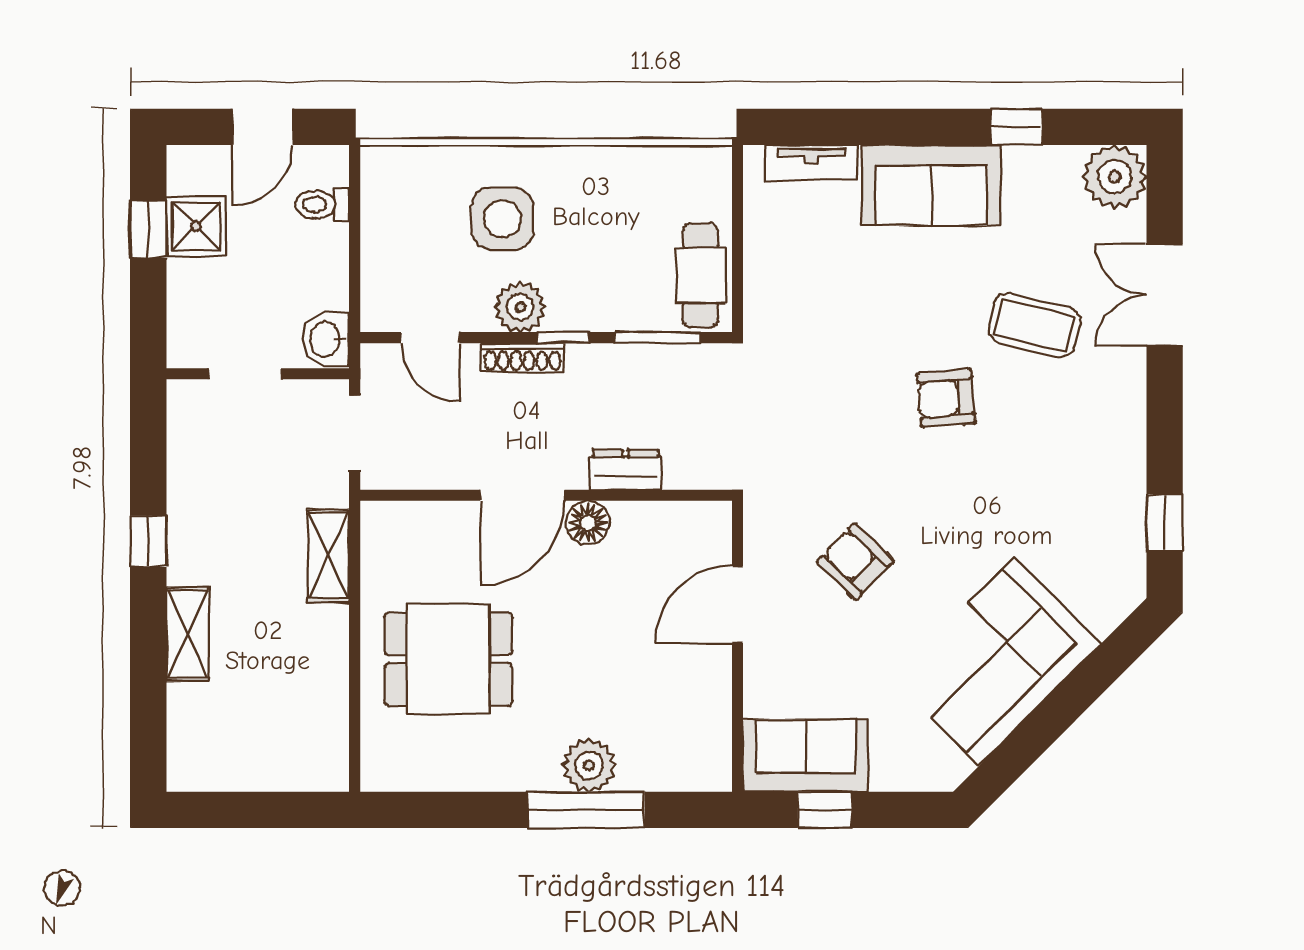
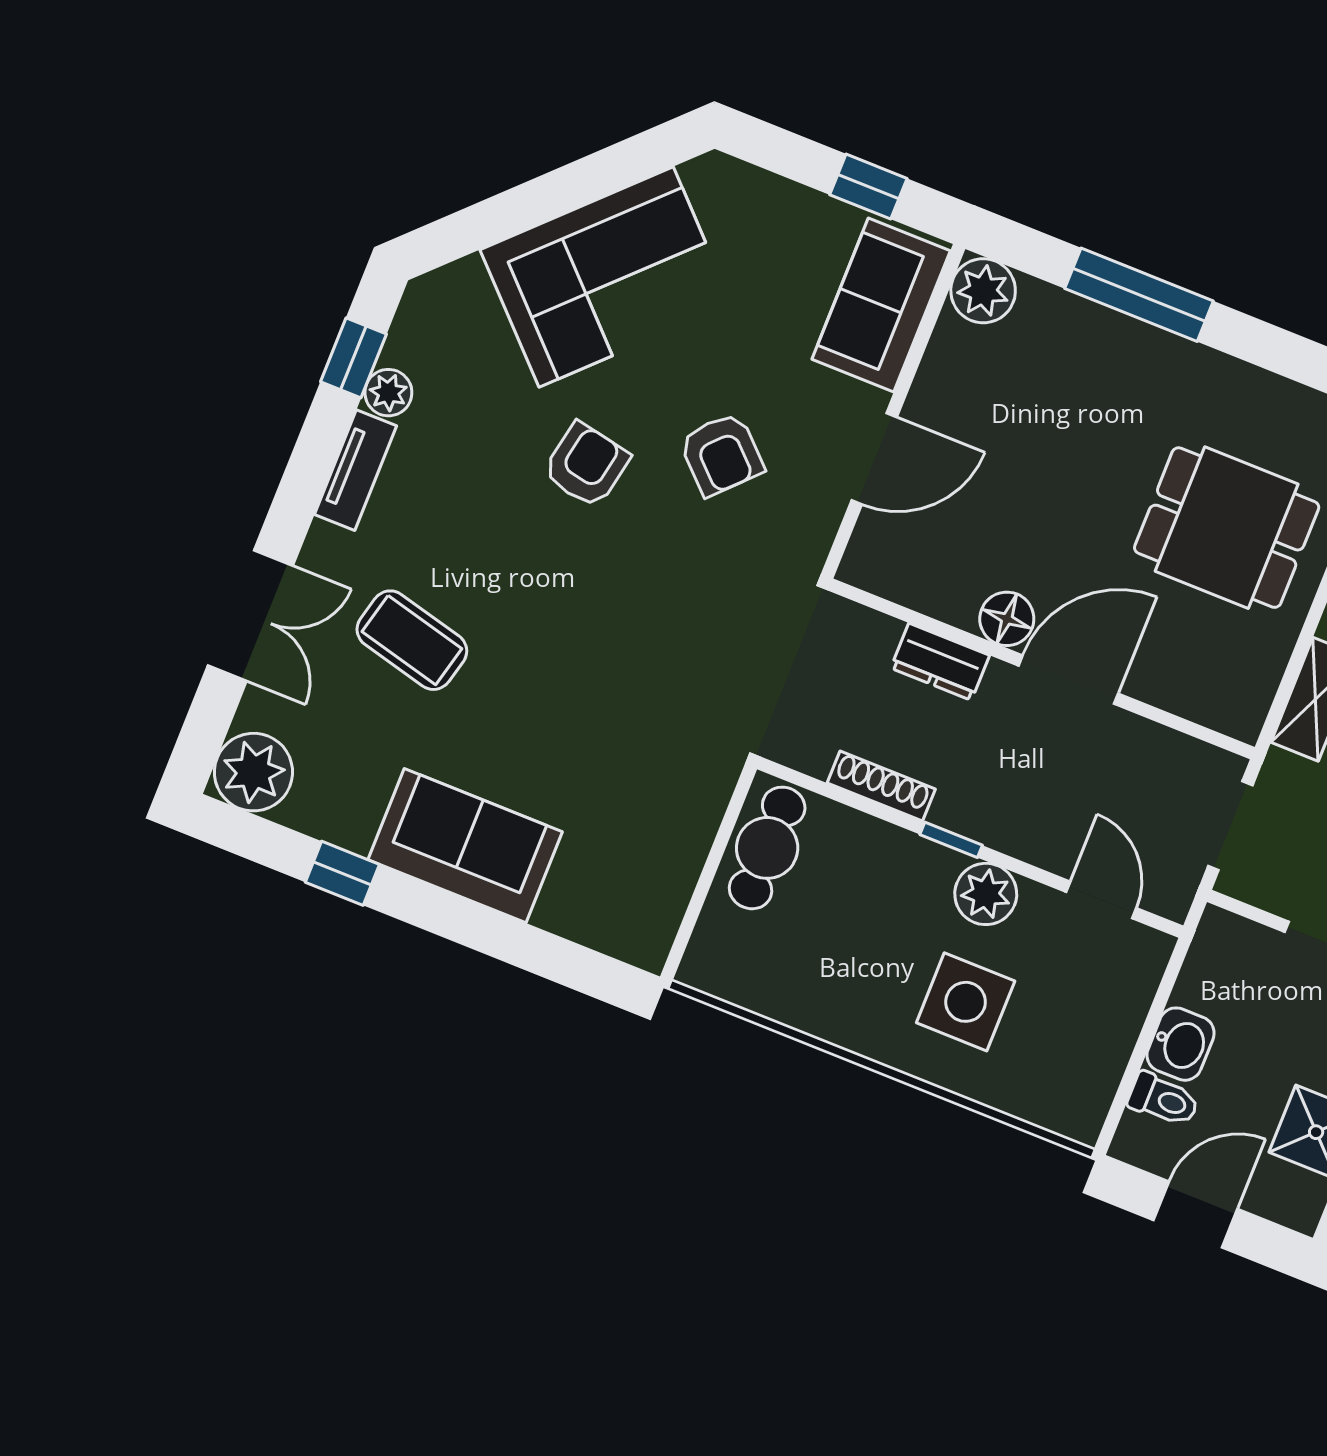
tv unit: (811, 163) -> (355, 470), moved, turned 90
window: (658, 338) -> (844, 797), removed
washbasin: (326, 339) -> (1181, 1044), moved
shoe rack: (523, 357) -> (881, 786), moved
armchair: (946, 398) -> (586, 465), moved, turned -74
plant: (1128, 507) -> (388, 393), added
sofa: (805, 756) -> (881, 305), moved, turned 90
plant: (589, 765) -> (983, 291), moved

